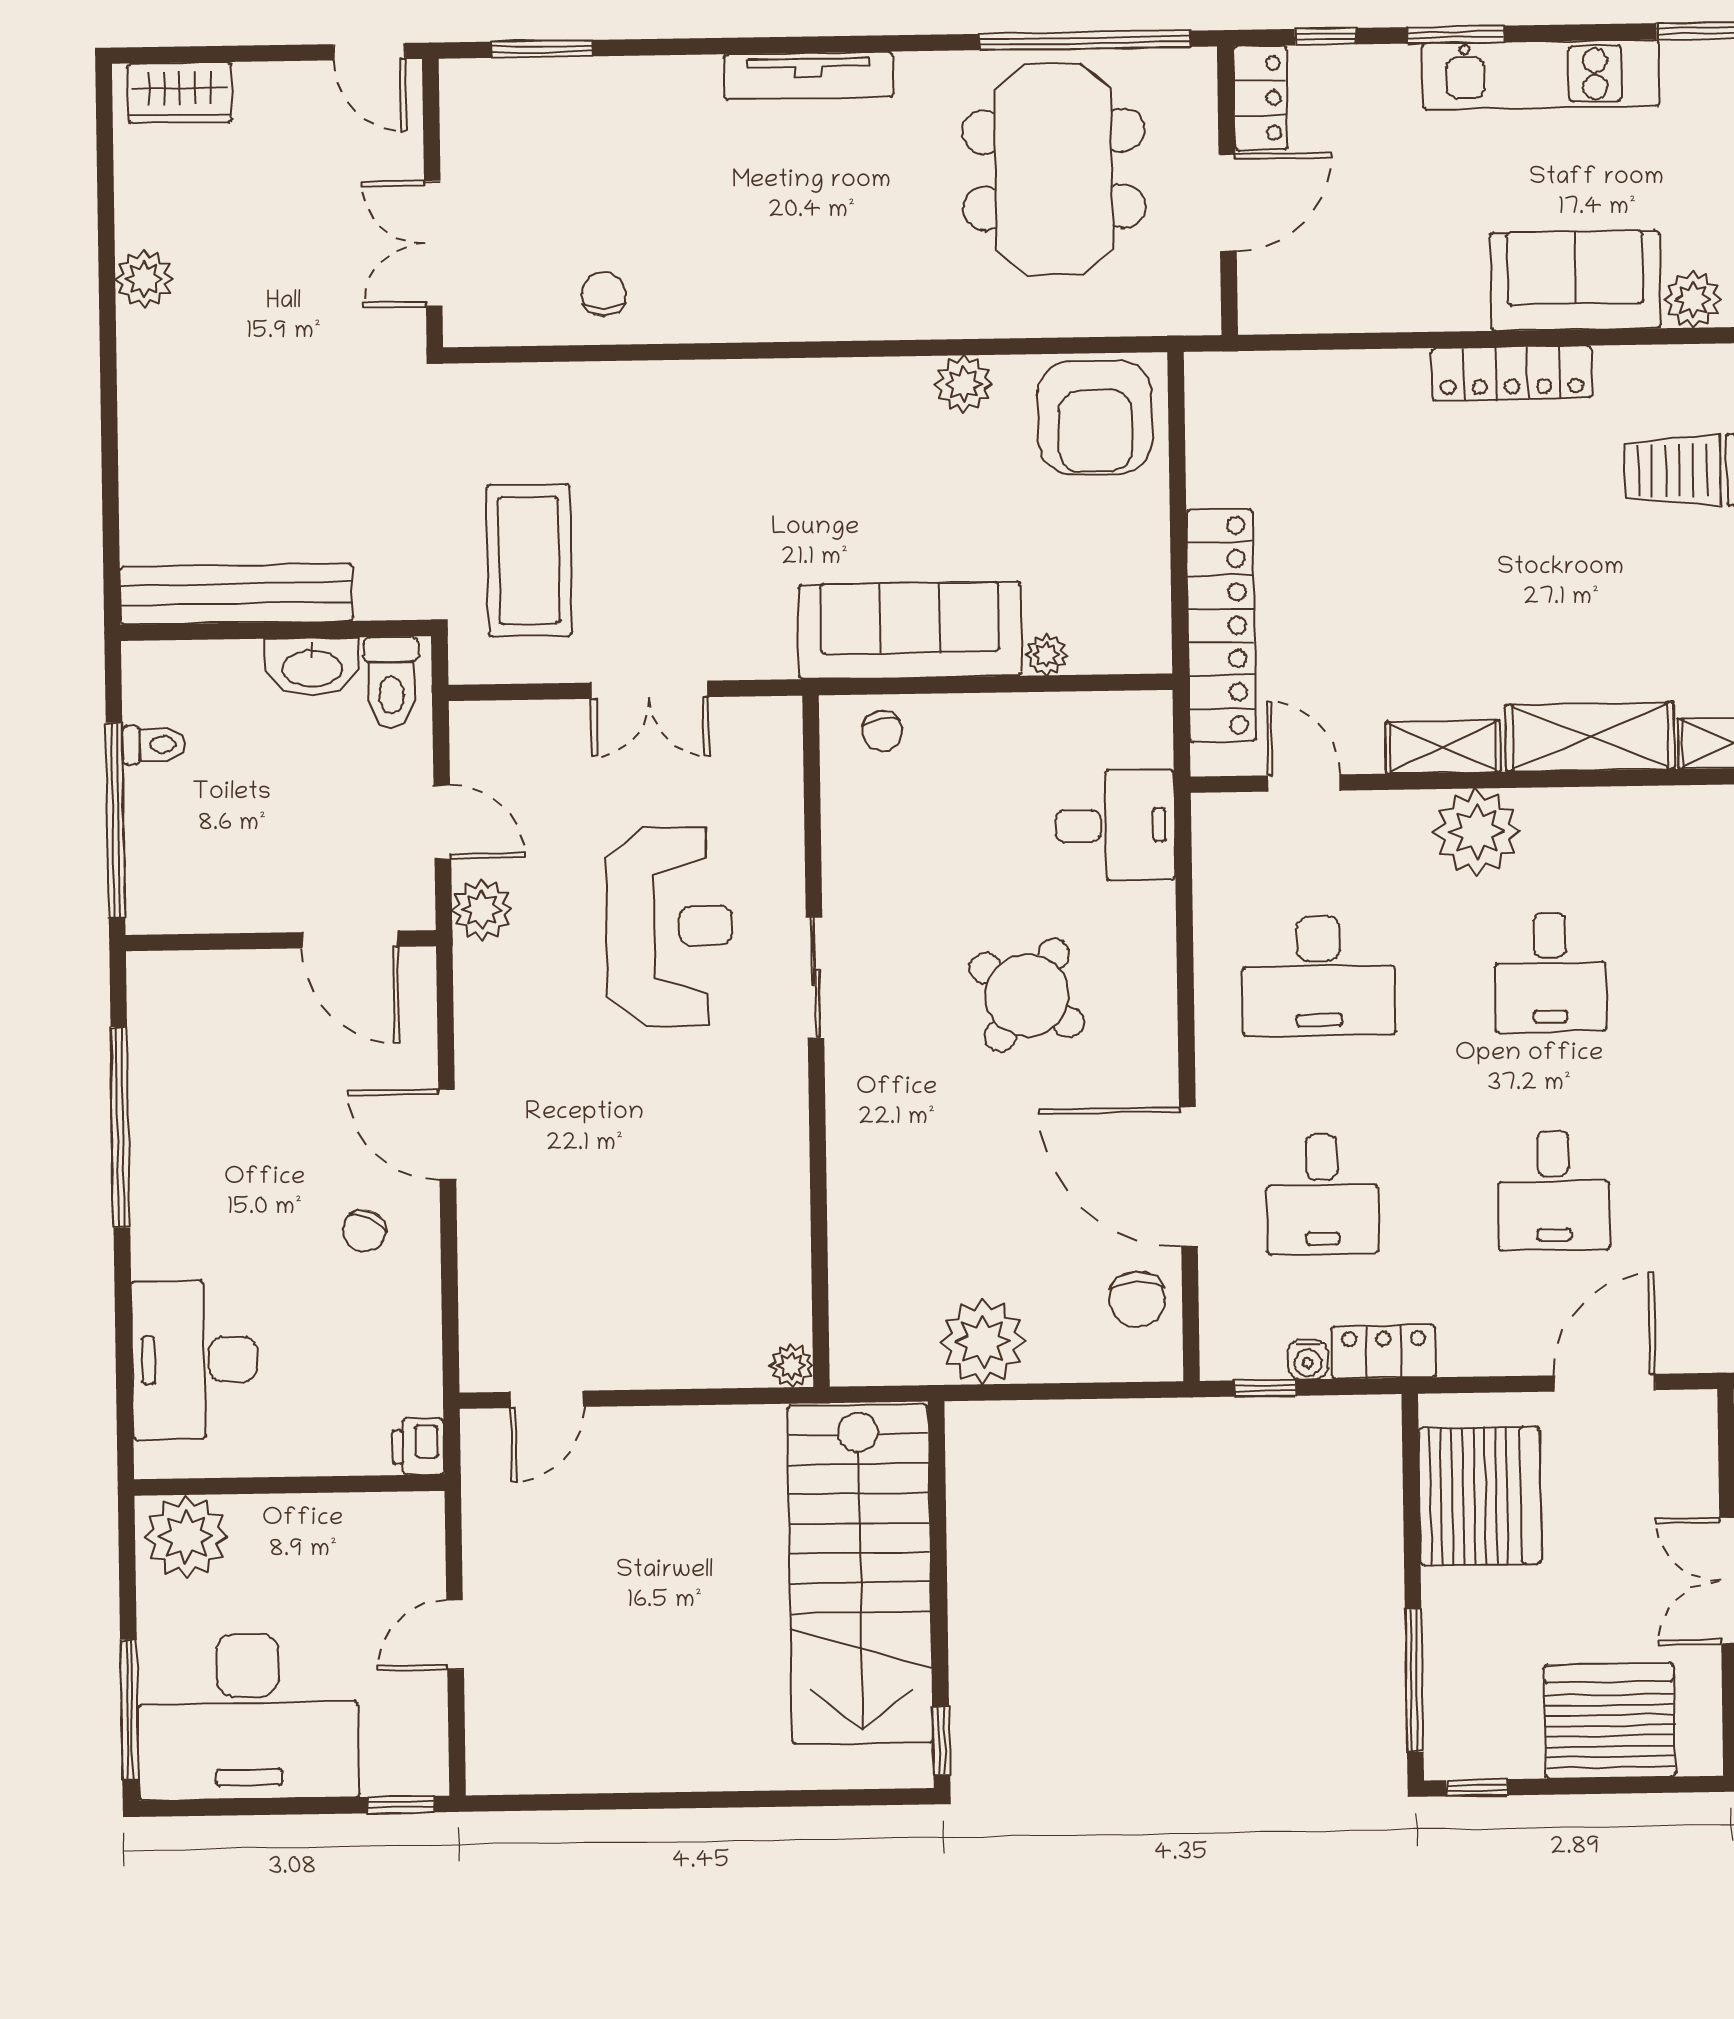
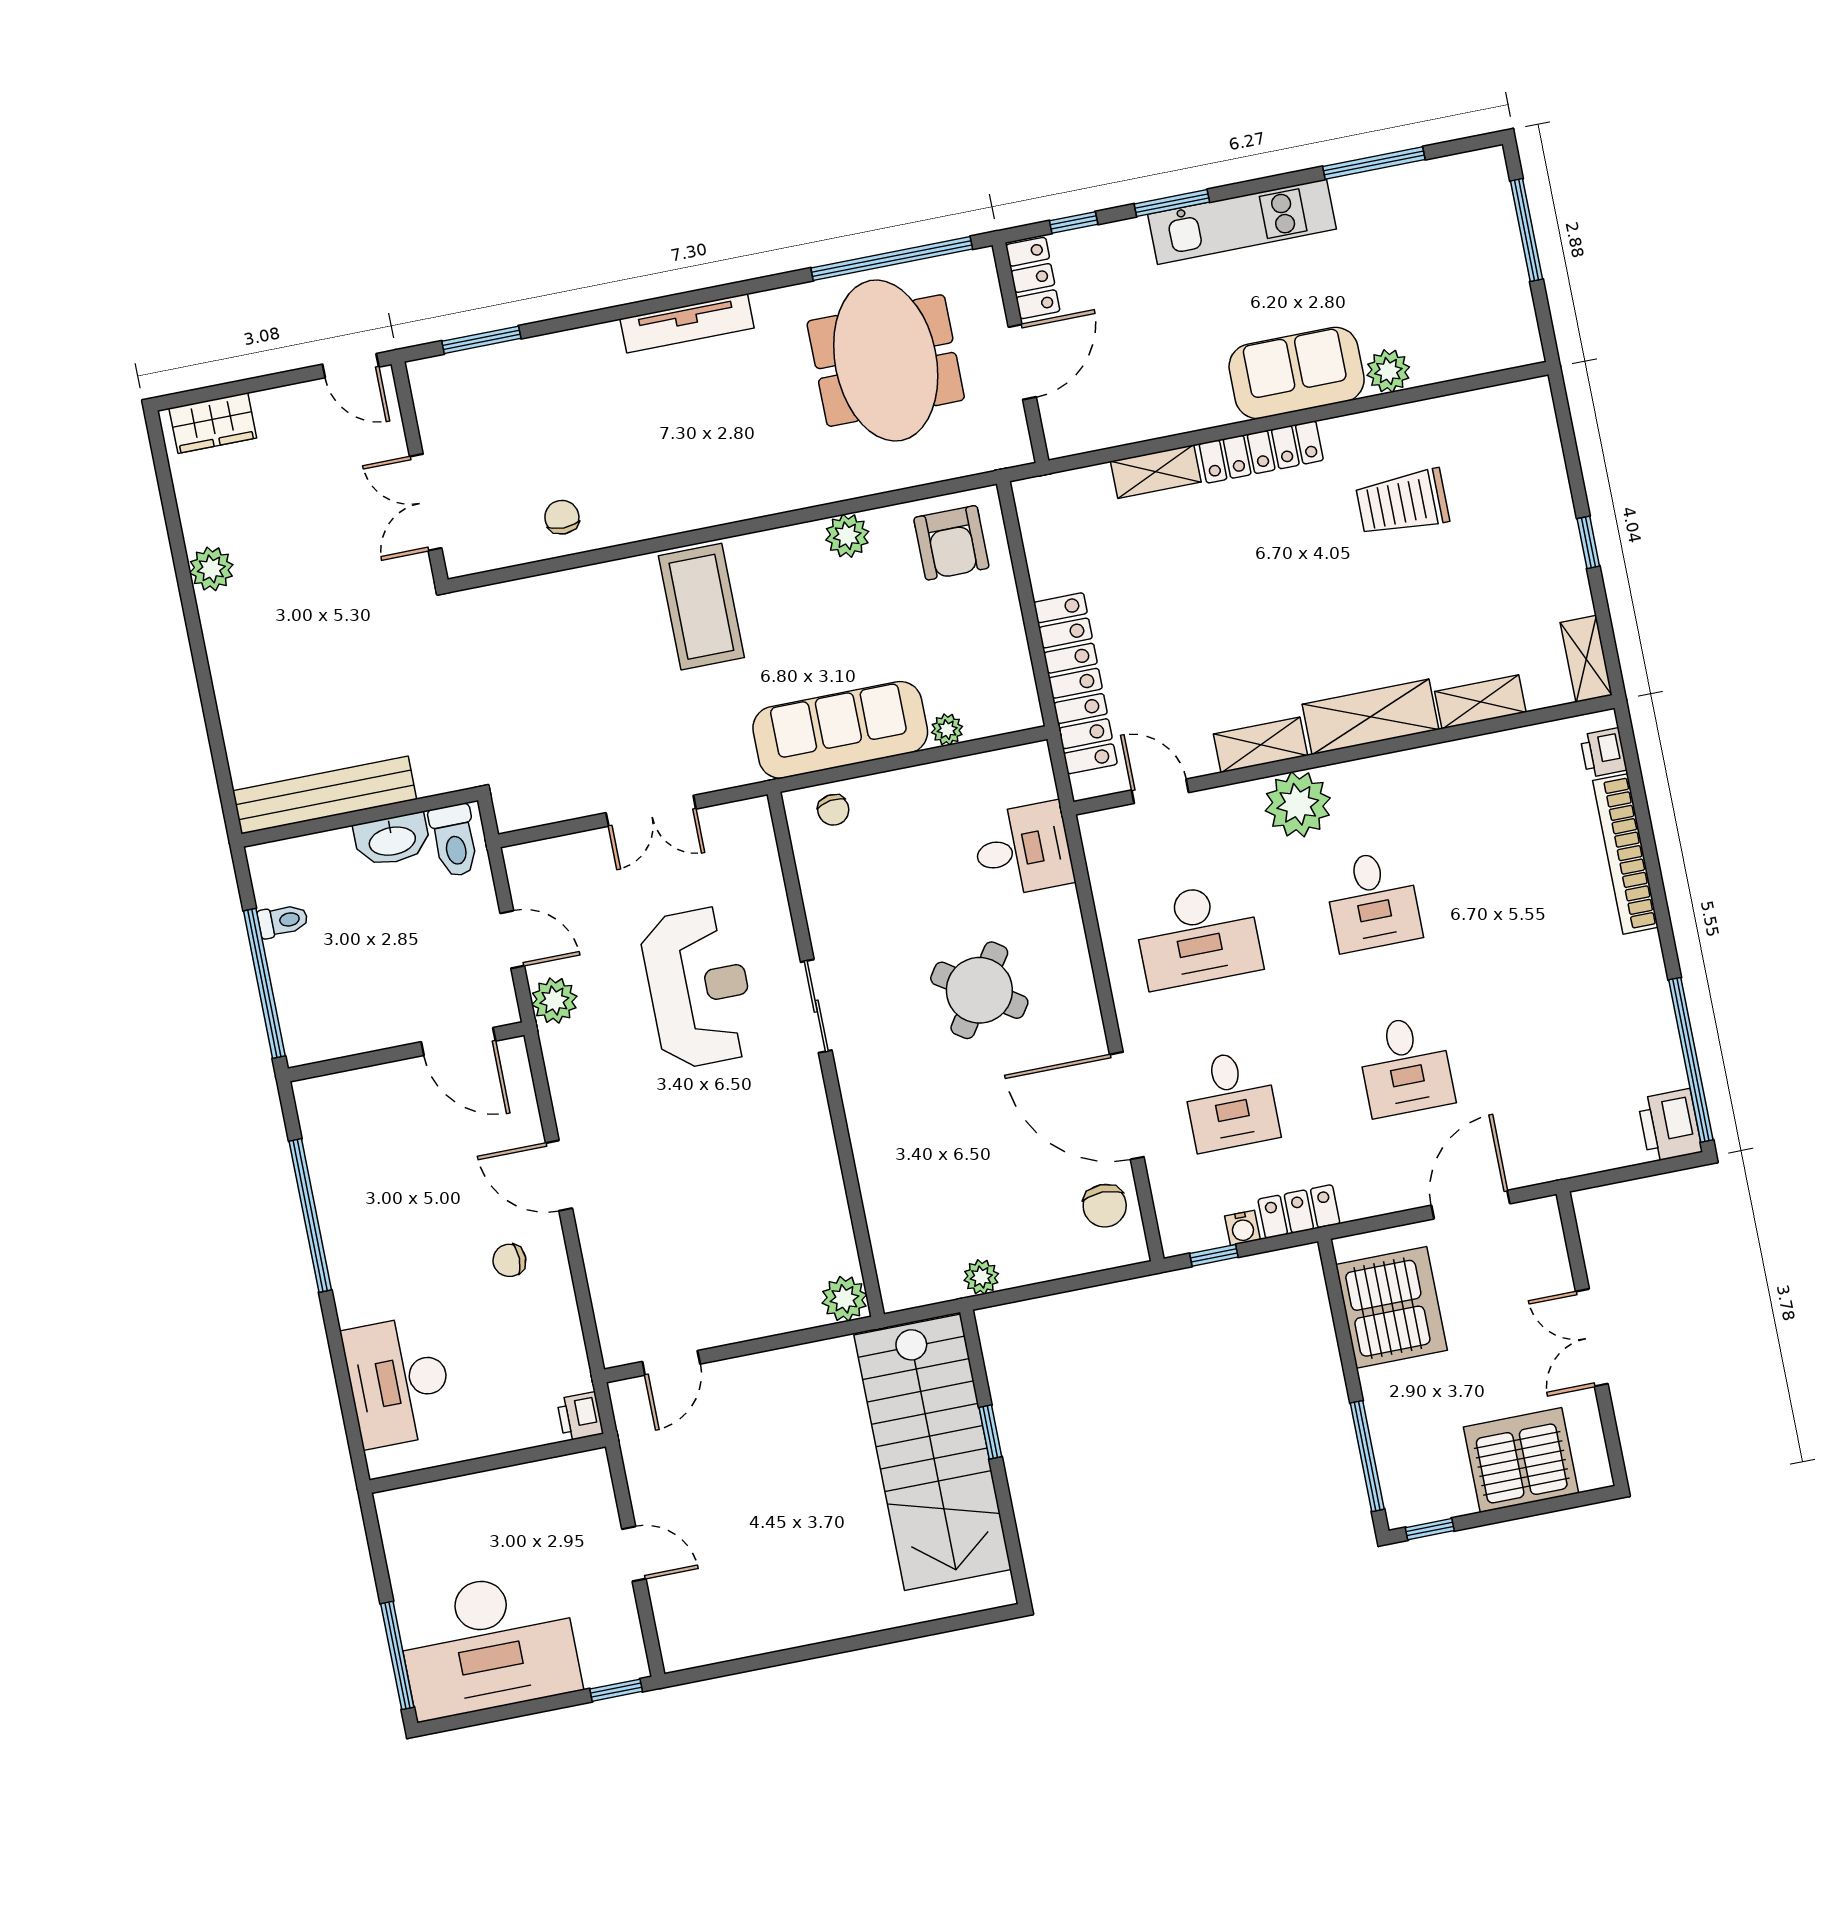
shelving: (1373, 374) -> (1156, 472), added
armchair: (1095, 417) -> (951, 543), width x0.73, depth x0.73
coffee table: (529, 560) -> (701, 607), moved
chair: (364, 1231) -> (509, 1260), turned 65
plant: (983, 1341) -> (981, 1277), width x0.53, depth x0.53
plant: (791, 1366) -> (844, 1299), width x1.38, depth x1.38
plant: (186, 1537) -> (416, 1517), removed
door: (455, 1635) -> (634, 1554), swing flipped
window: (941, 1741) -> (990, 1432), moved

